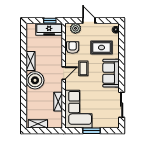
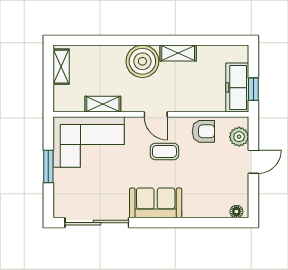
rug: (102, 48) -> (203, 185), removed
sliding door: (122, 105) -> (97, 223), width x1.37

